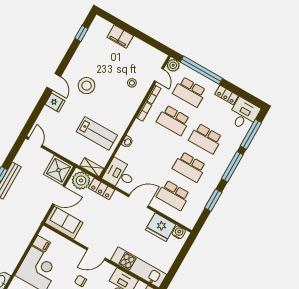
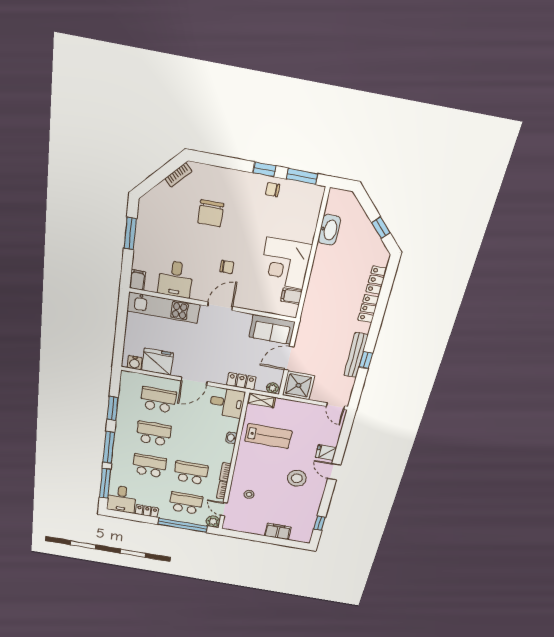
lab bench: (97, 133) -> (268, 436), turned 180
plant: (81, 180) -> (272, 388), width x0.53, depth x0.53

